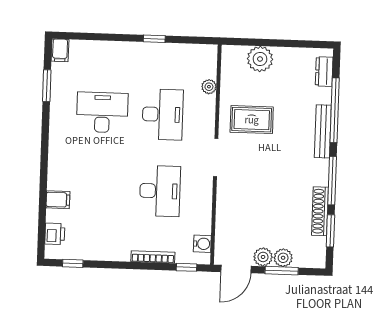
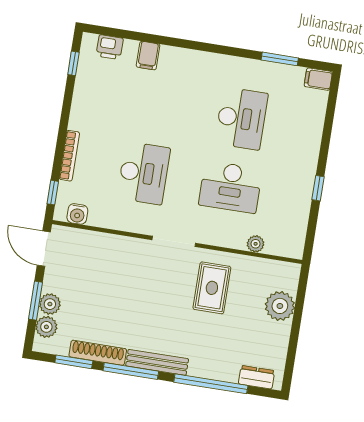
bench: (323, 131) -> (157, 362), moved
desk: (160, 191) -> (144, 173), turned -90
plant: (263, 257) -> (46, 327), moved

